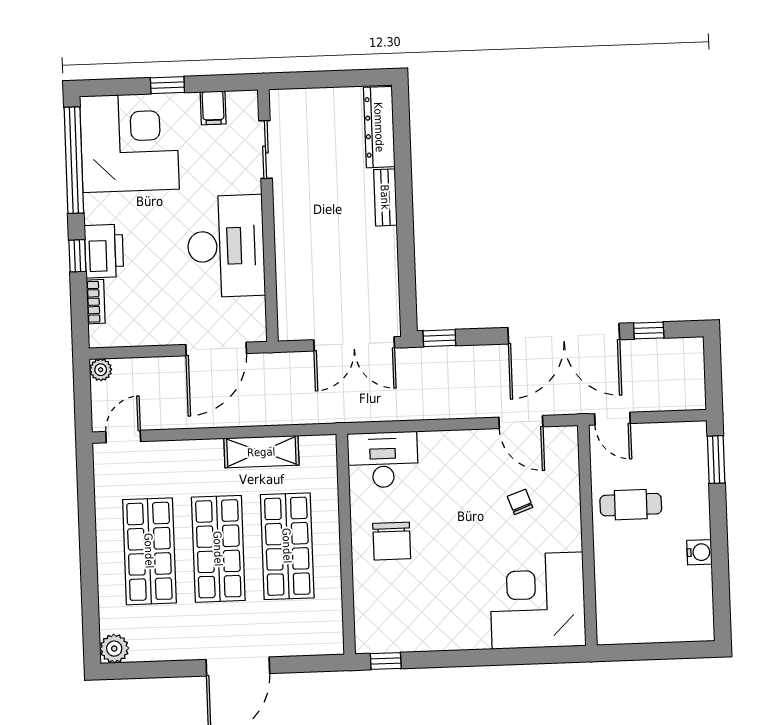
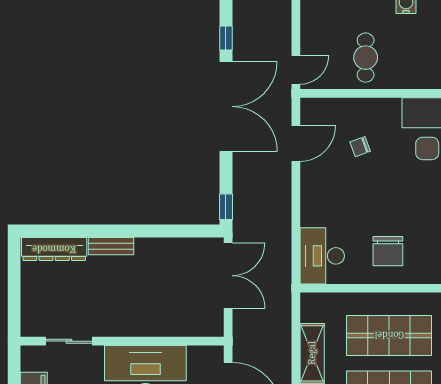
chair: (392, 541) -> (388, 251), turned 90

